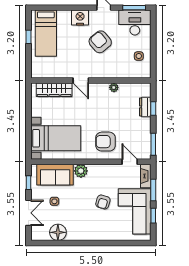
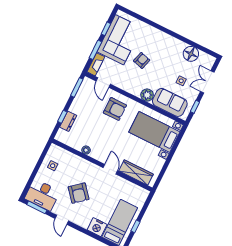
nightstand: (80, 18) -> (97, 227), moved

